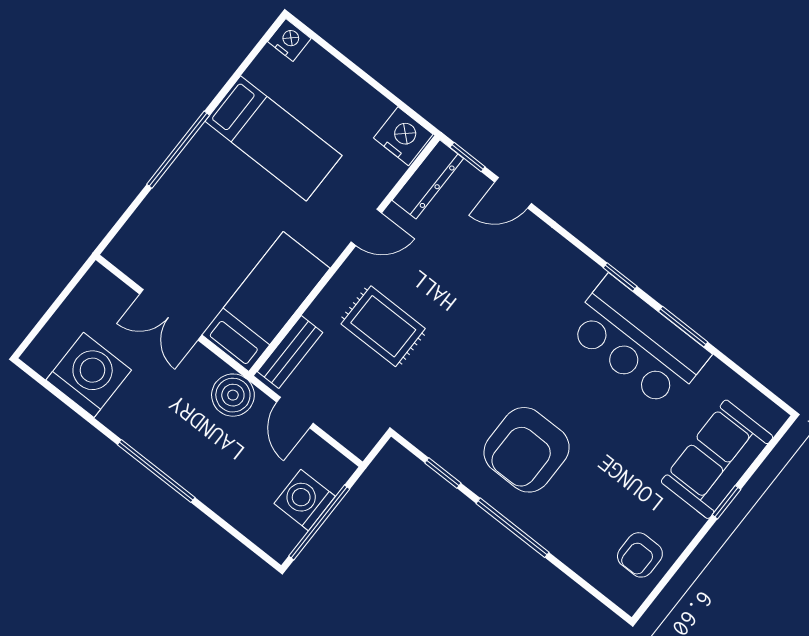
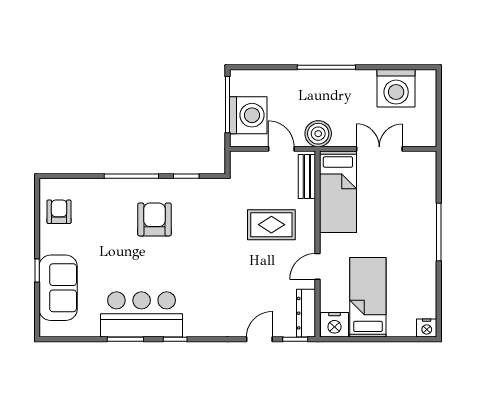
bed: (273, 138) -> (368, 297), moved, turned 90
armchair: (527, 450) -> (154, 219), width x0.73, depth x0.73
washing machine: (305, 500) -> (248, 115), width x1.37, depth x1.37

